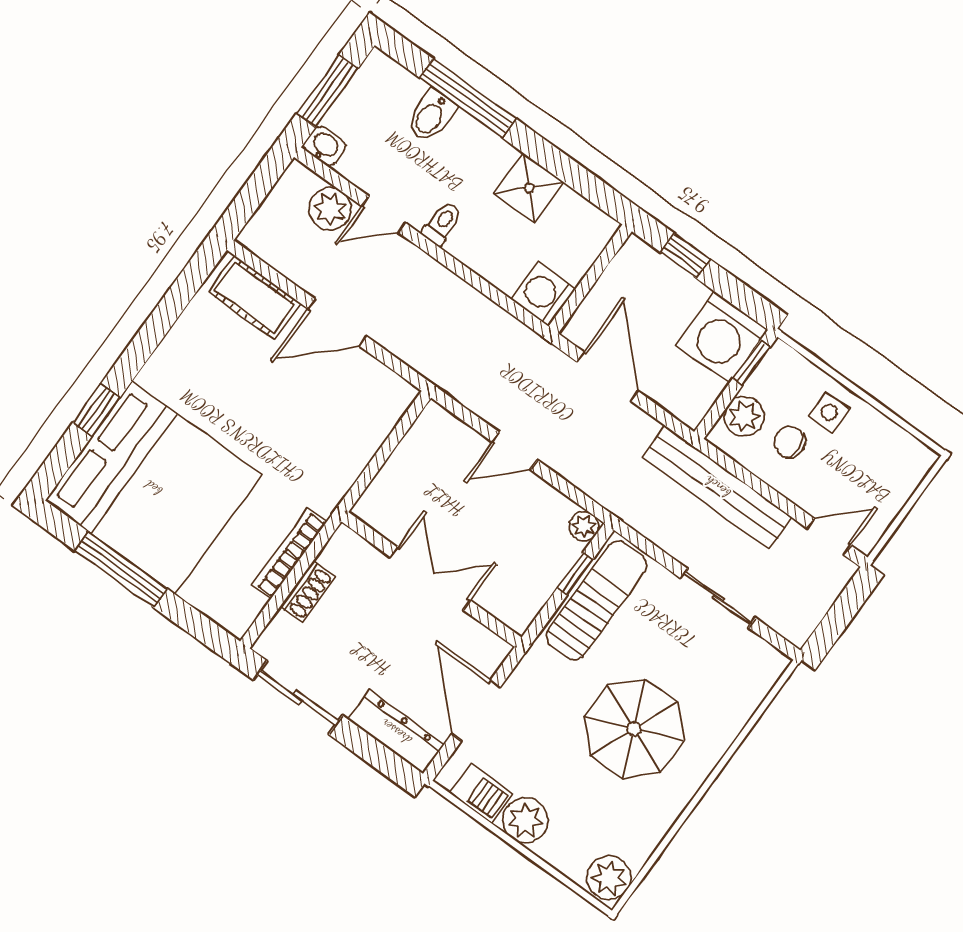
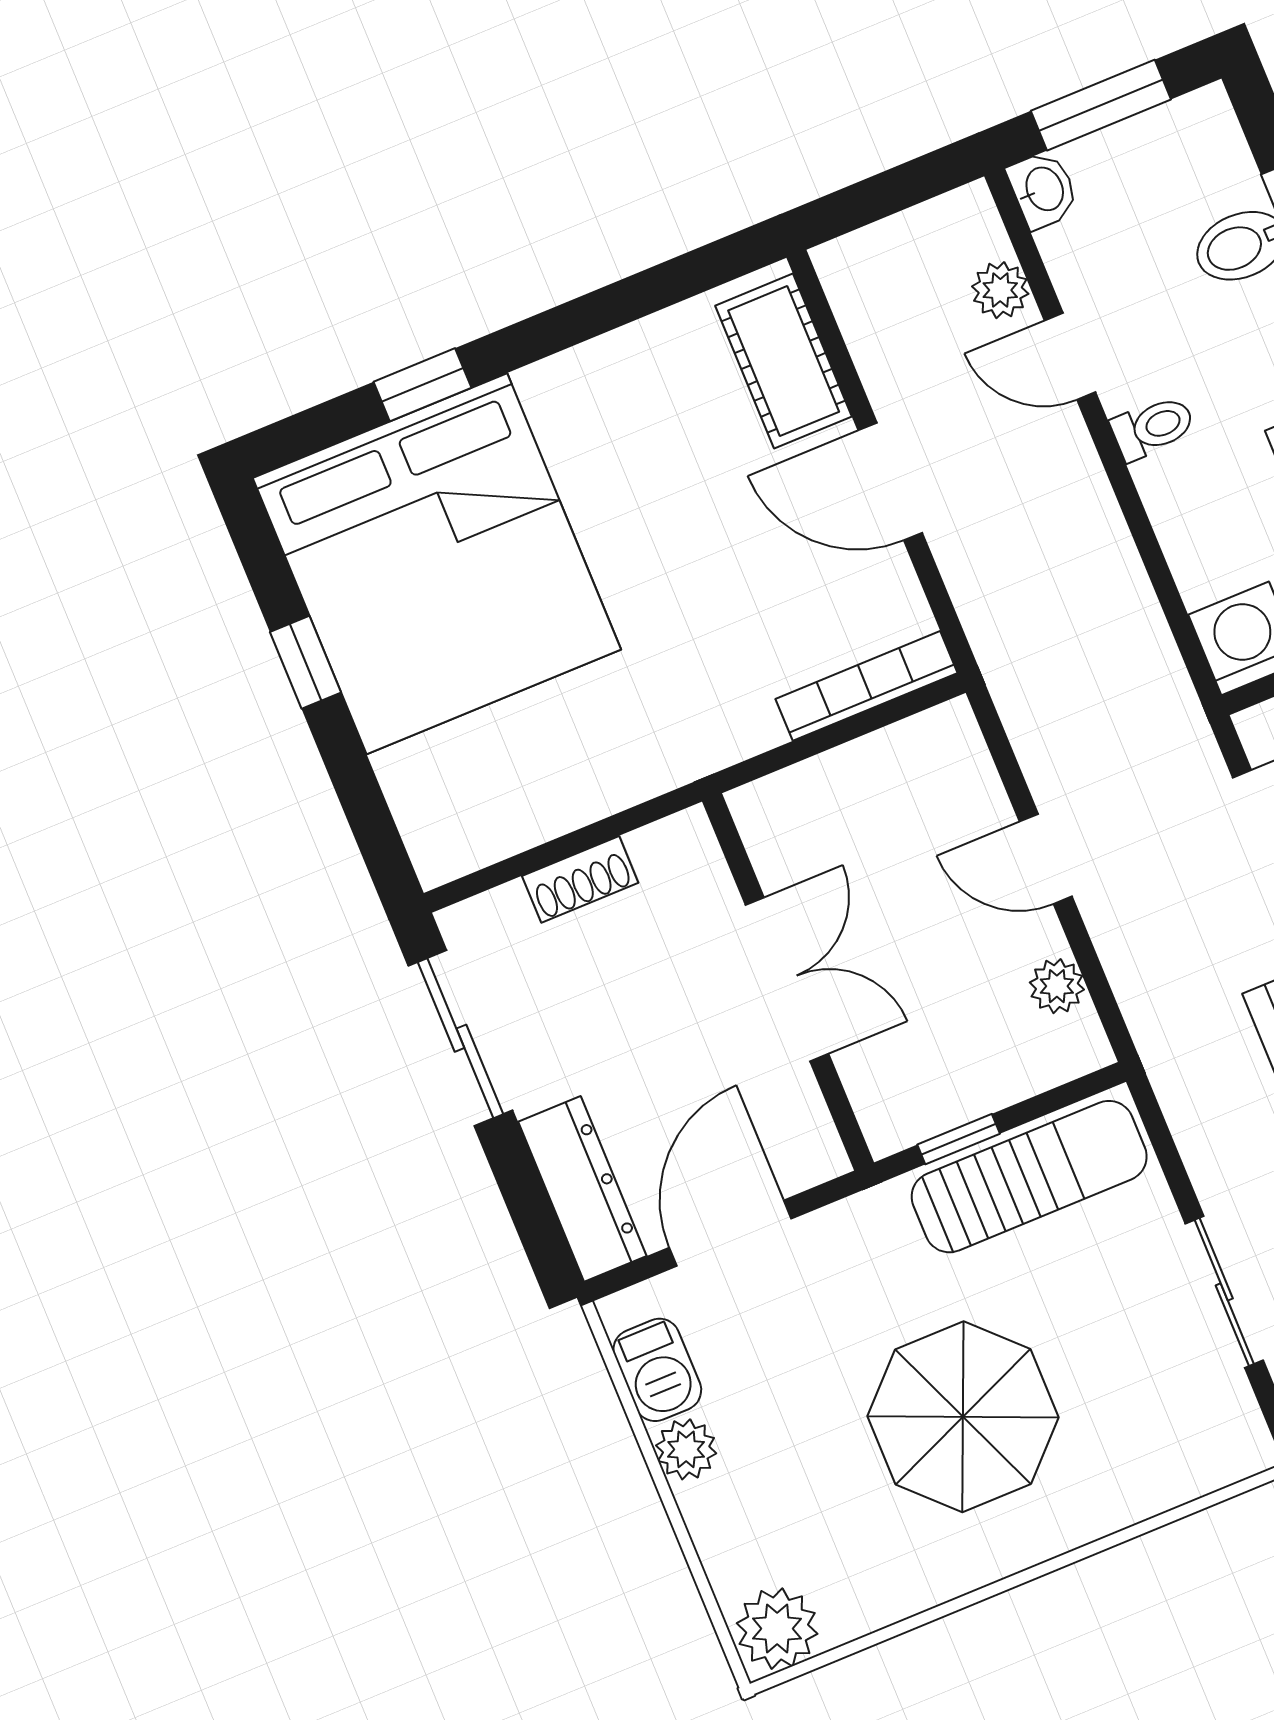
plant: (330, 209) -> (1000, 290), width x0.73, depth x0.73
plant: (584, 526) -> (1057, 986), moved
bookcase: (289, 553) -> (867, 686), moved
window: (121, 570) -> (305, 662), width x0.46
window: (575, 574) -> (959, 1139), moved
plant: (525, 820) -> (686, 1449), width x0.73, depth x0.73

